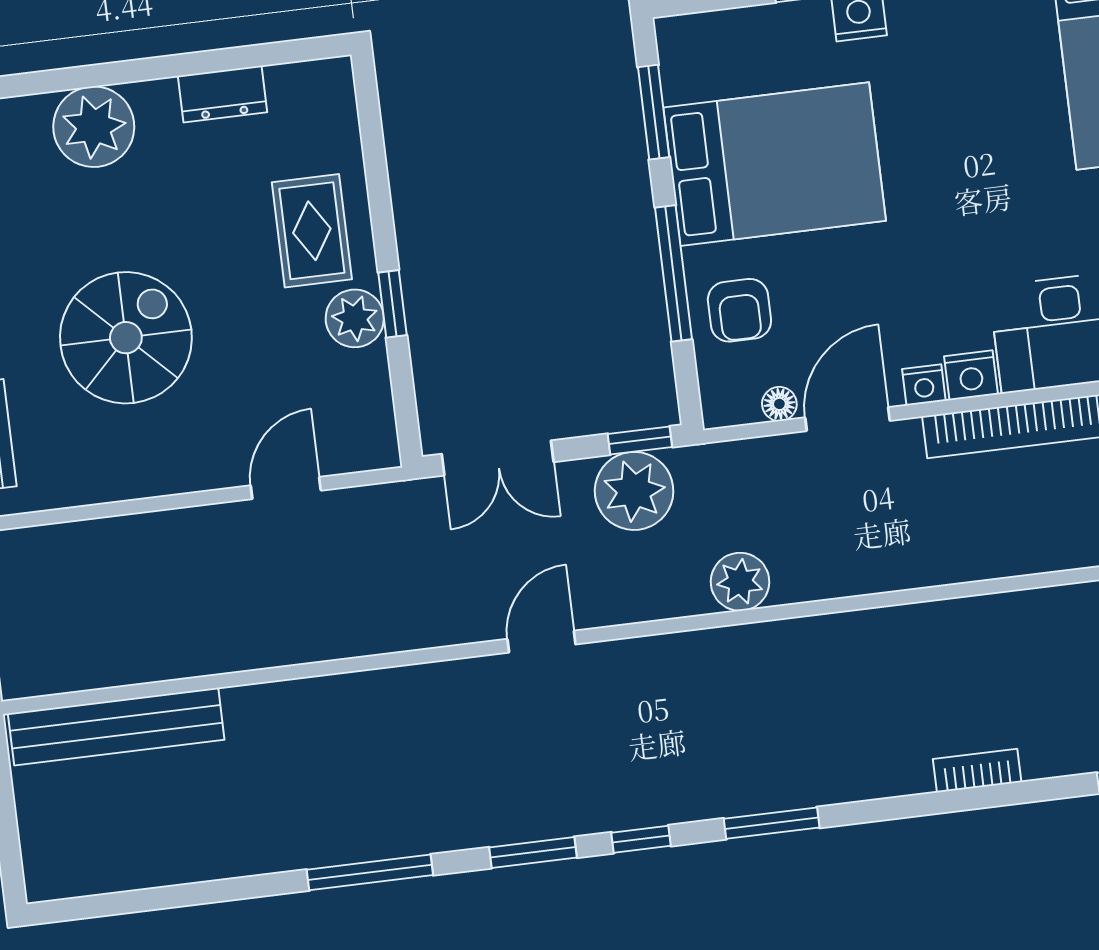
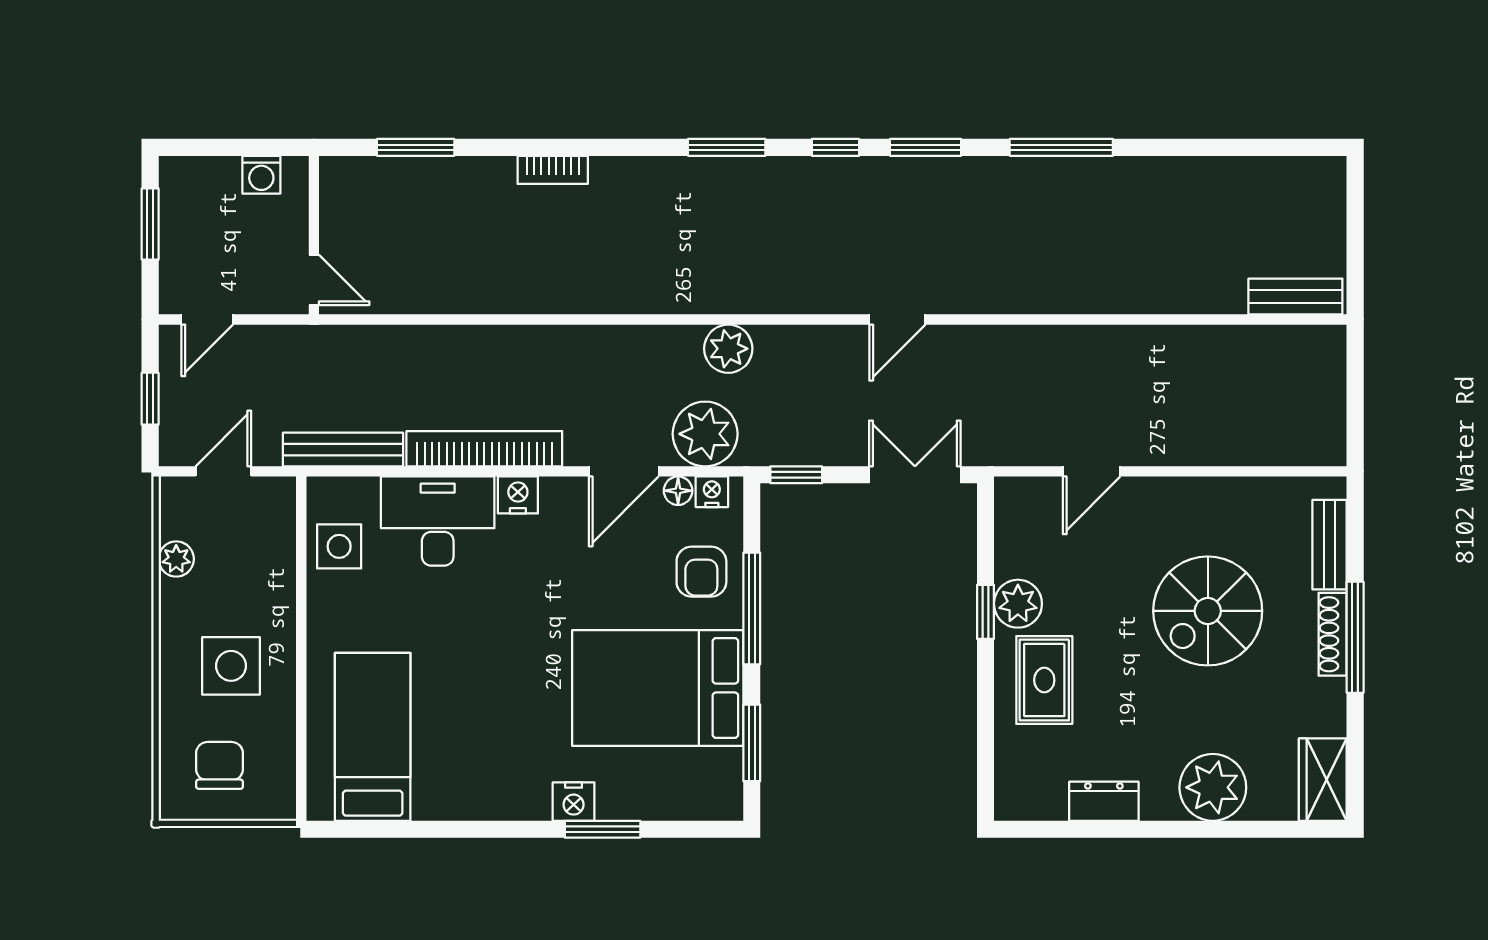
armchair: (739, 310) -> (701, 572), turned 180
nightstand: (924, 385) -> (712, 492), moved
plant: (634, 491) -> (705, 434), moved
bench: (116, 727) -> (1295, 297), width x0.54, depth x0.82

